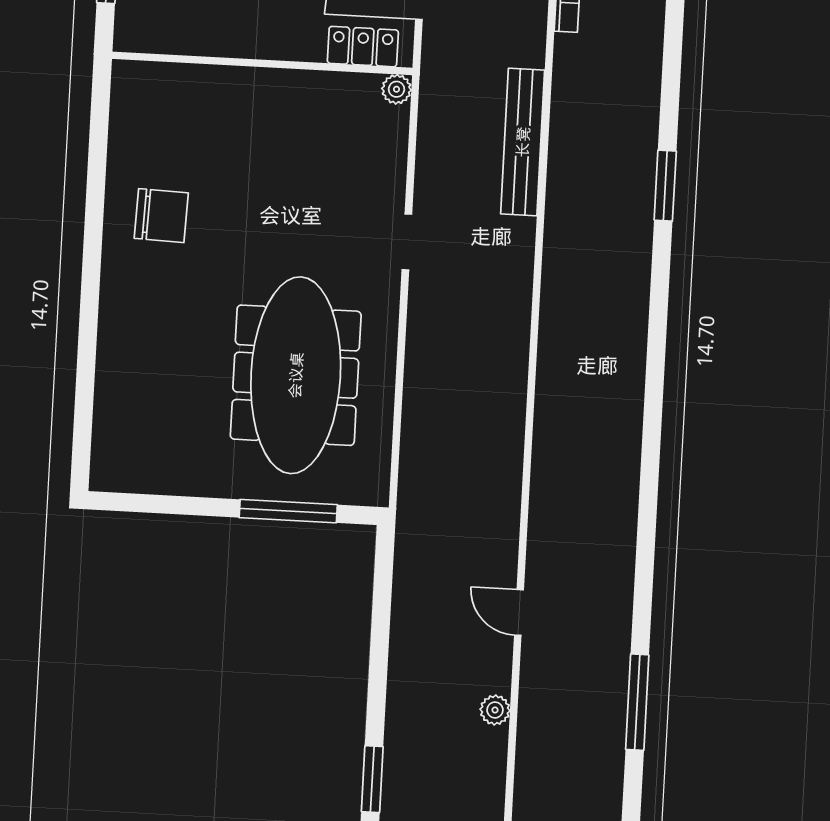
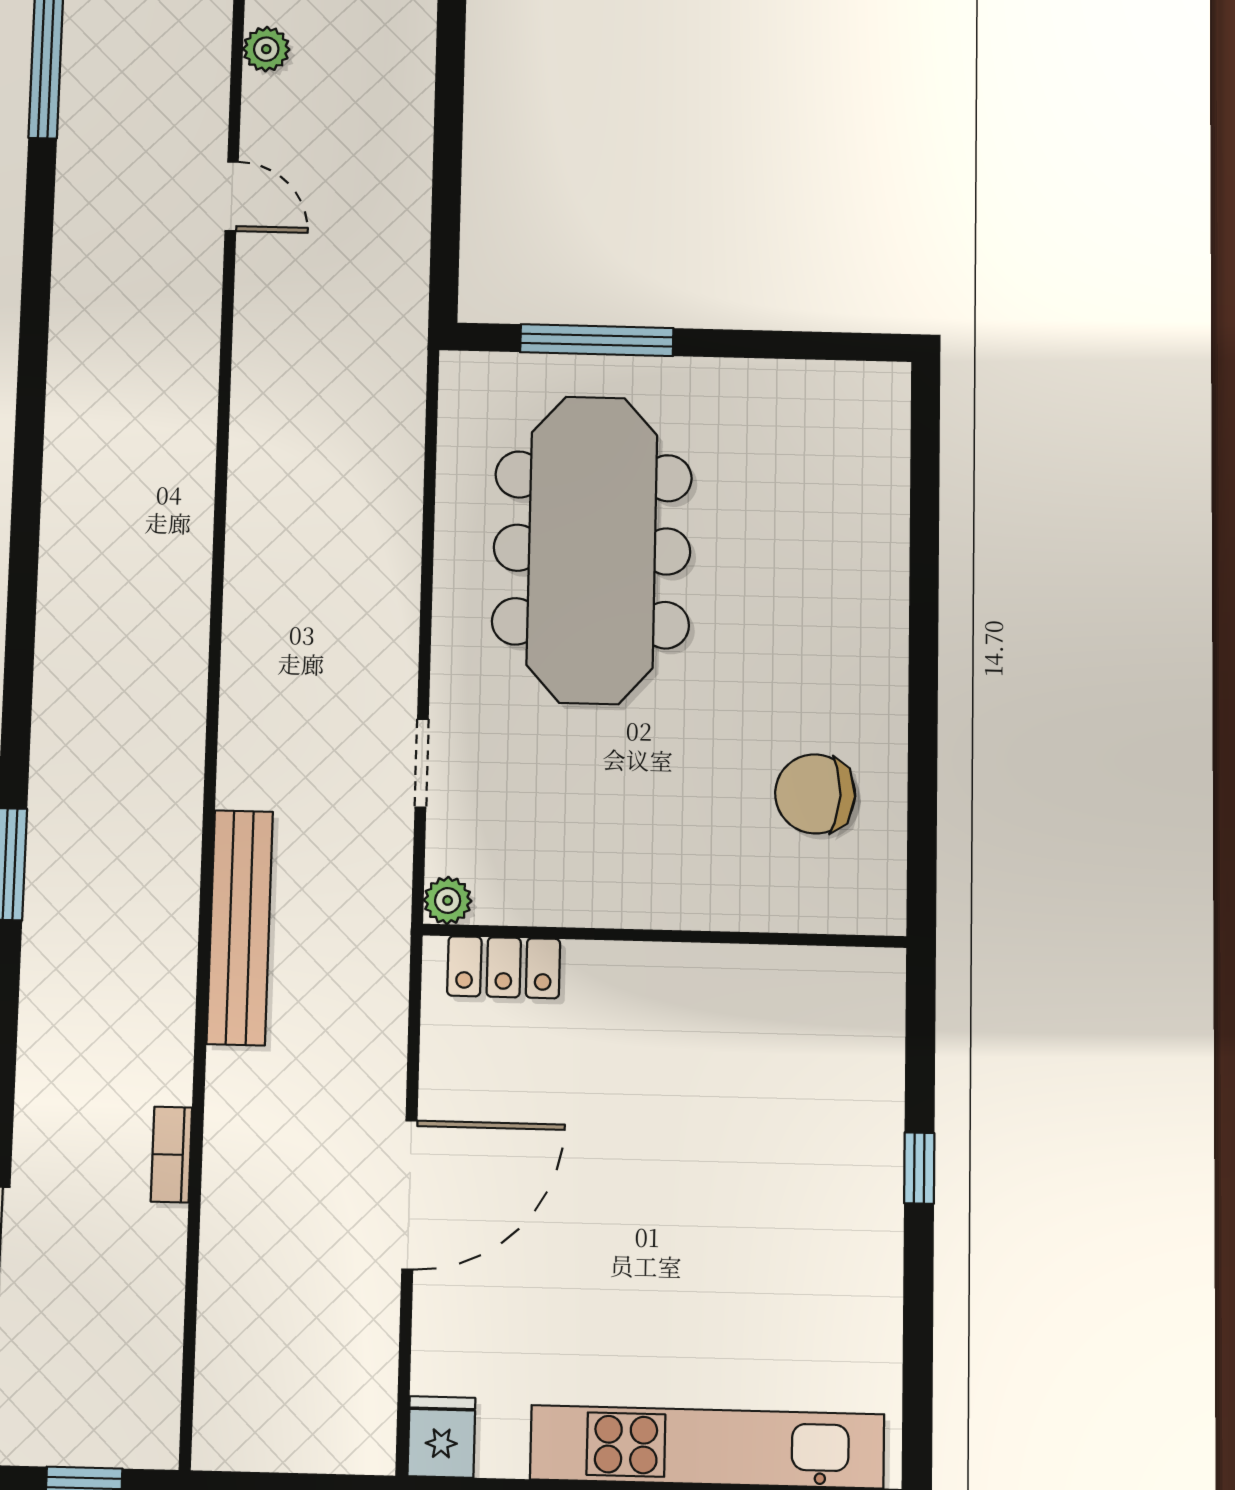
locker: (363, 47) -> (504, 967), moved
wall: (262, 63) -> (665, 936), moved
plant: (396, 89) -> (448, 900), moved

